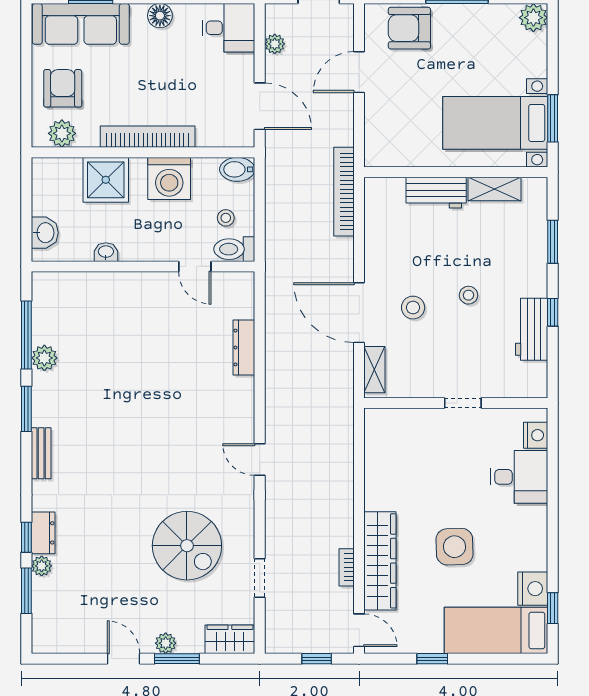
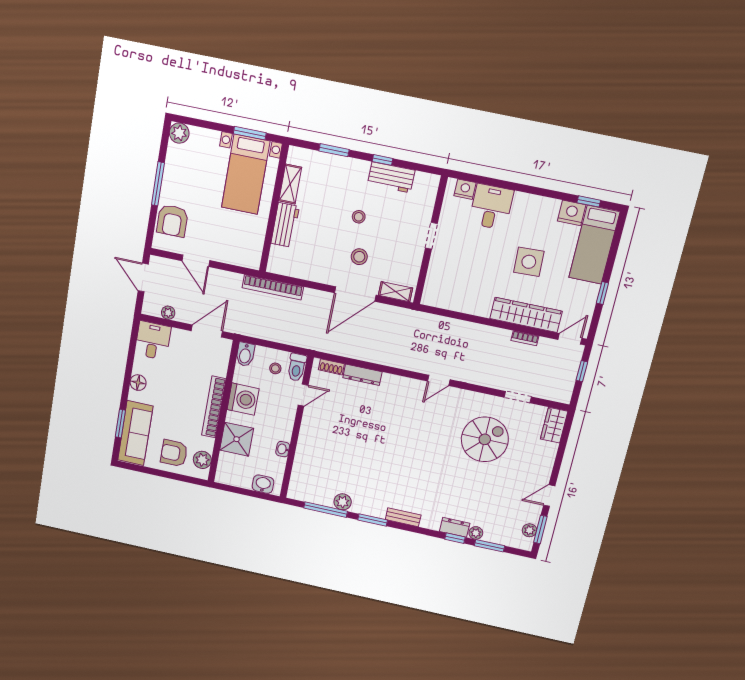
shoe rack: (246, 300) -> (331, 367), added
plant: (166, 643) -> (529, 530), moved
window: (177, 659) -> (540, 529), moved

